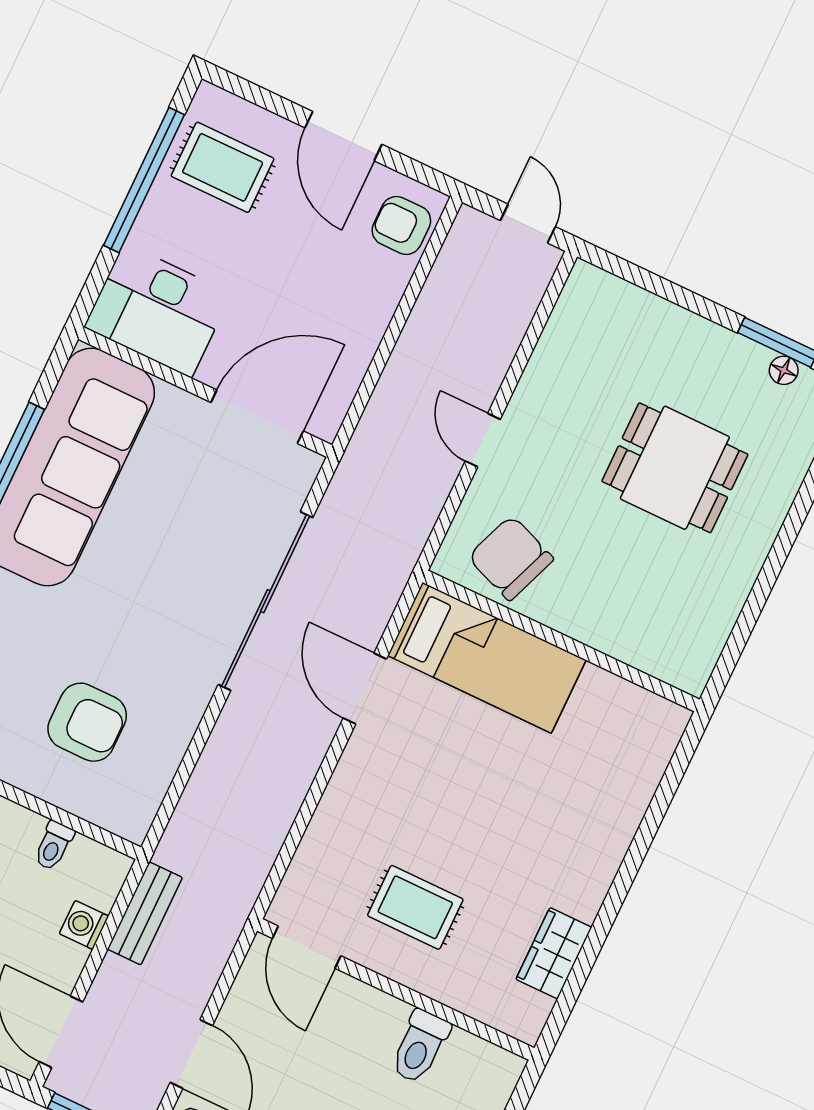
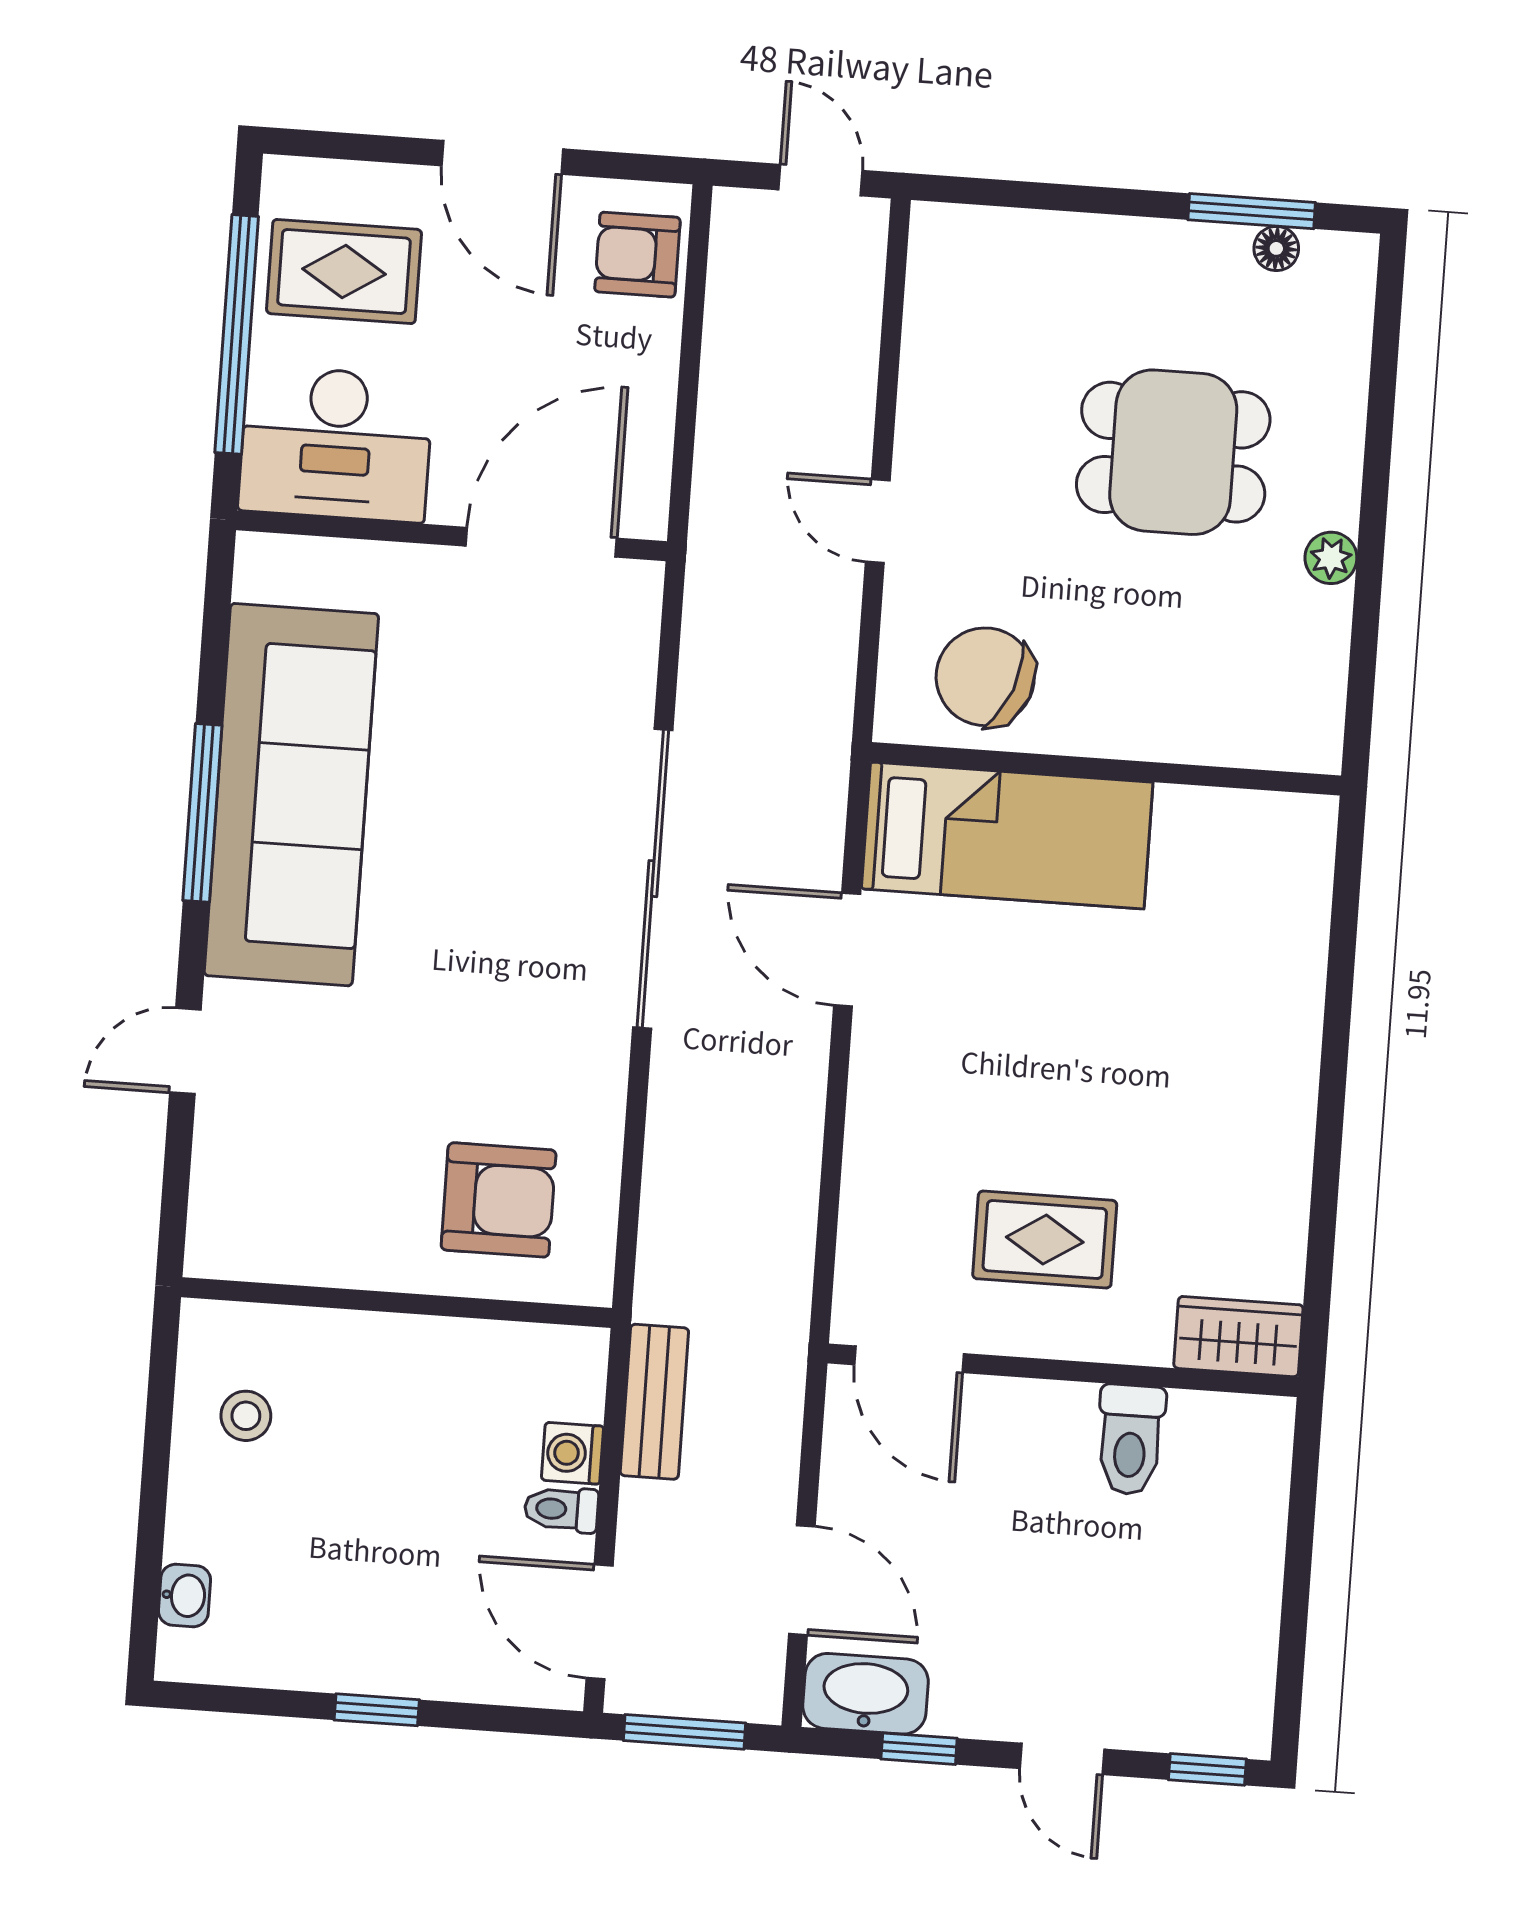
desk: (158, 310) -> (336, 444), moved
wall: (205, 392) -> (451, 536), moved
door: (257, 417) -> (541, 542), moved
plant: (744, 567) -> (1331, 558), added
armchair: (87, 722) -> (499, 1200), moved
toilet: (54, 846) -> (561, 1509), moved, turned 90
wardrobe: (554, 953) -> (1238, 1337), moved, turned 90

